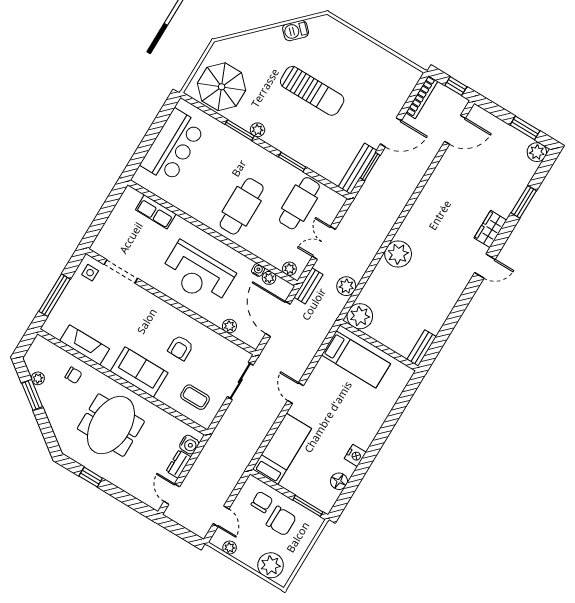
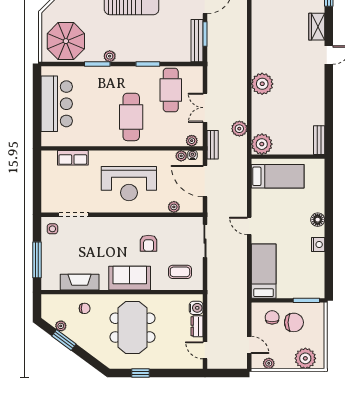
water cooler: (258, 270) -> (192, 155), moved
floor lamp: (339, 481) -> (318, 220), moved

